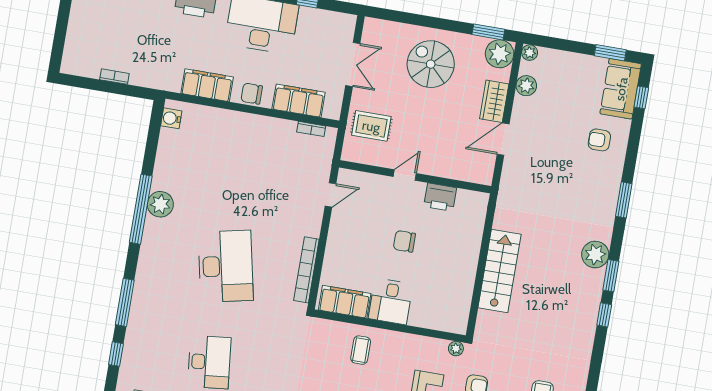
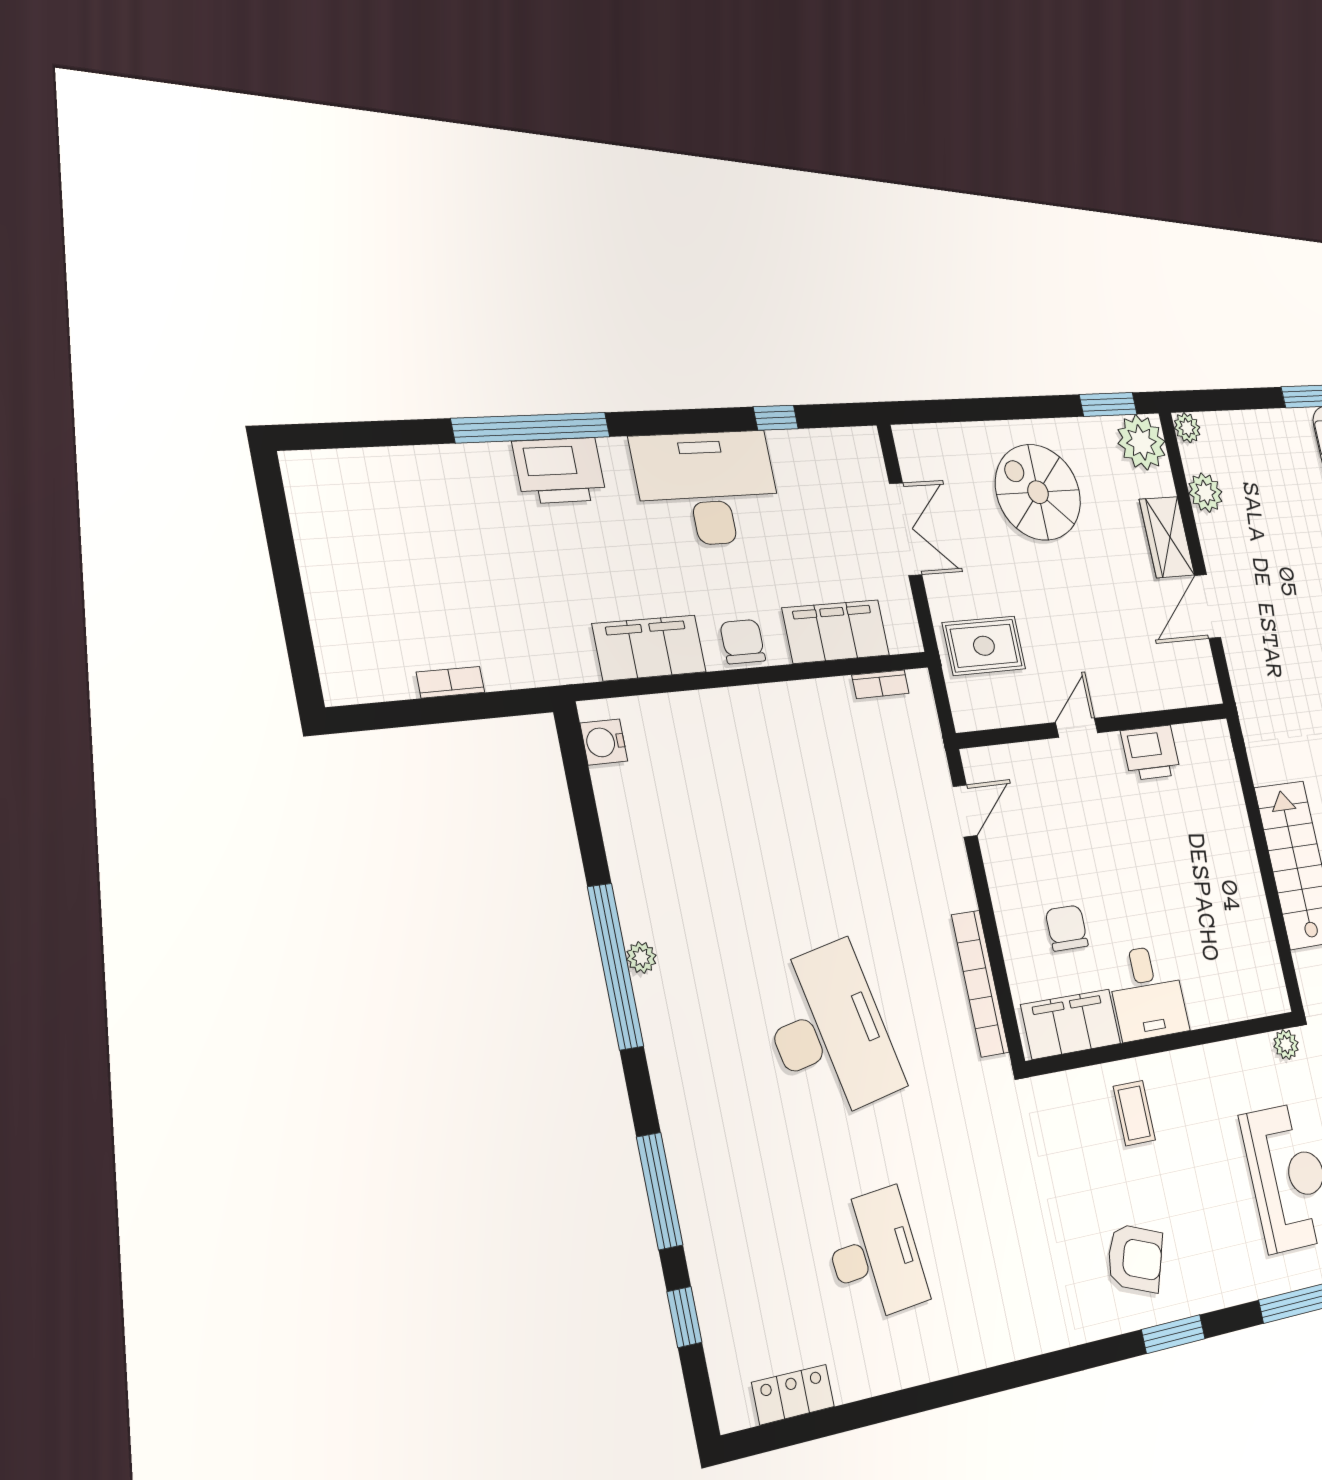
chair: (252, 94) -> (743, 642), turned 90
plant: (160, 204) -> (641, 957), width x0.53, depth x0.53
chair: (404, 241) -> (1067, 928), moved, turned 90

